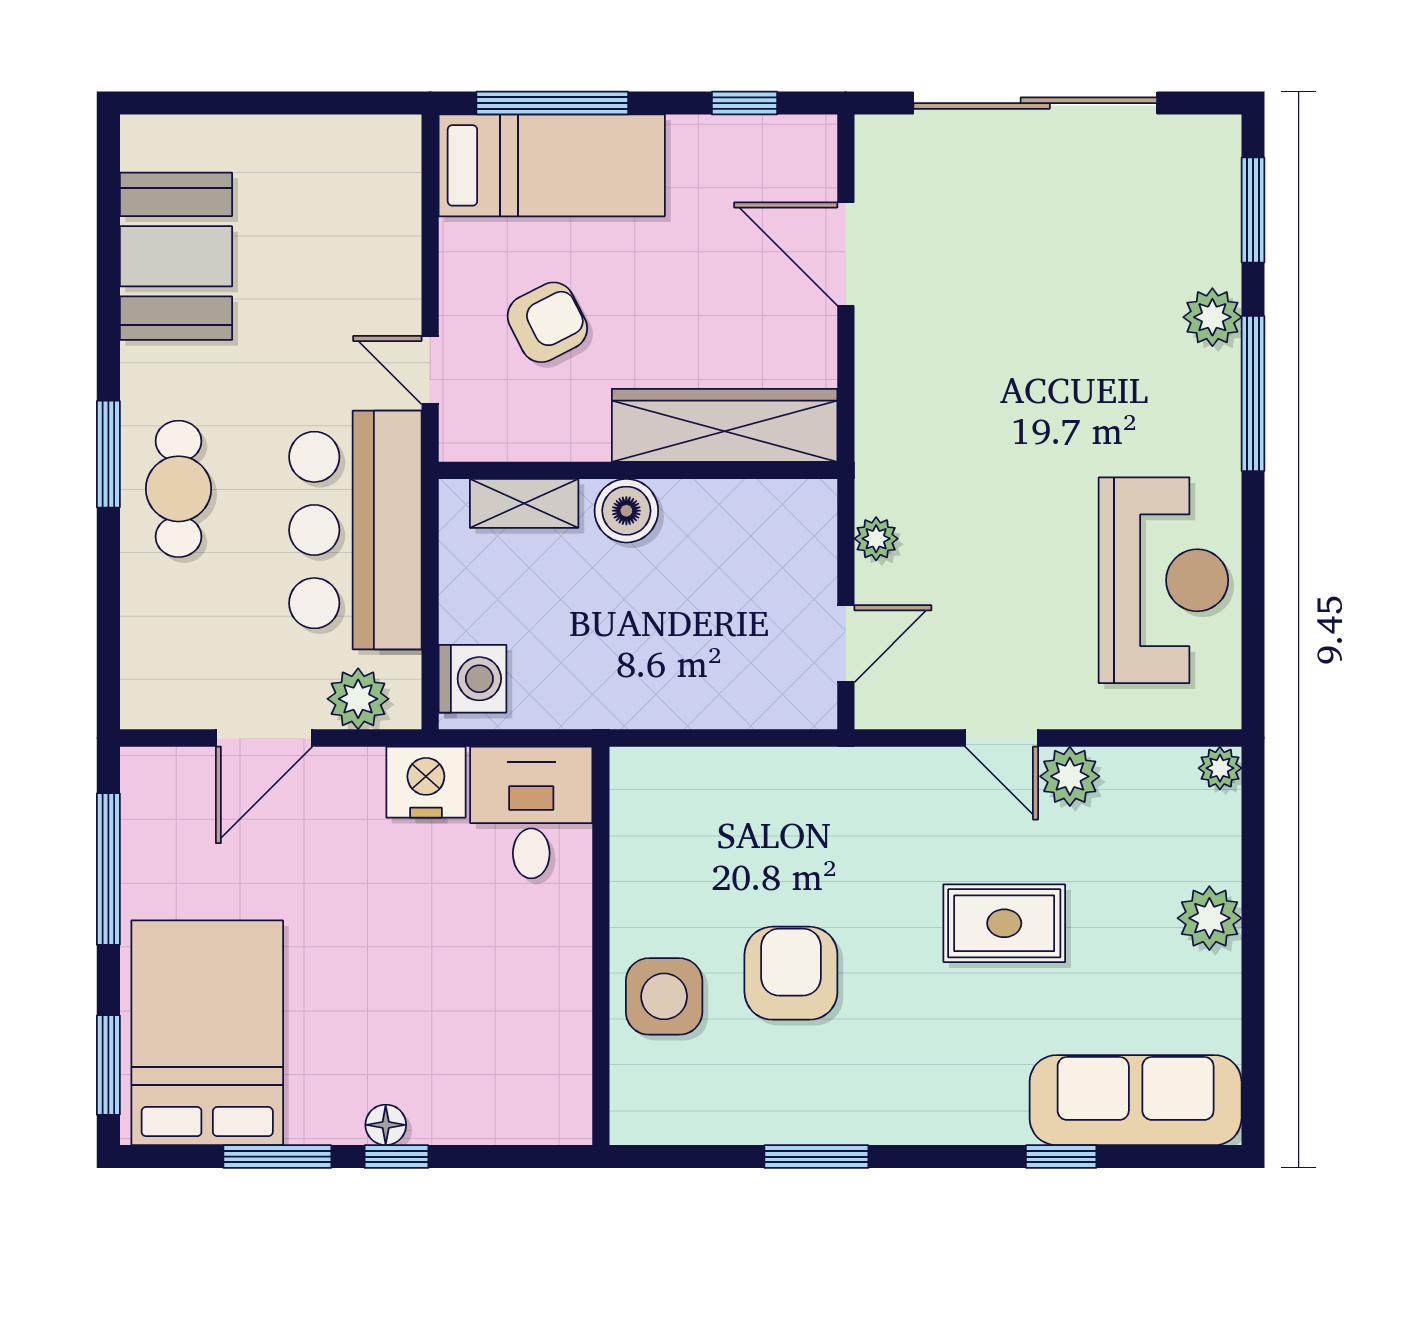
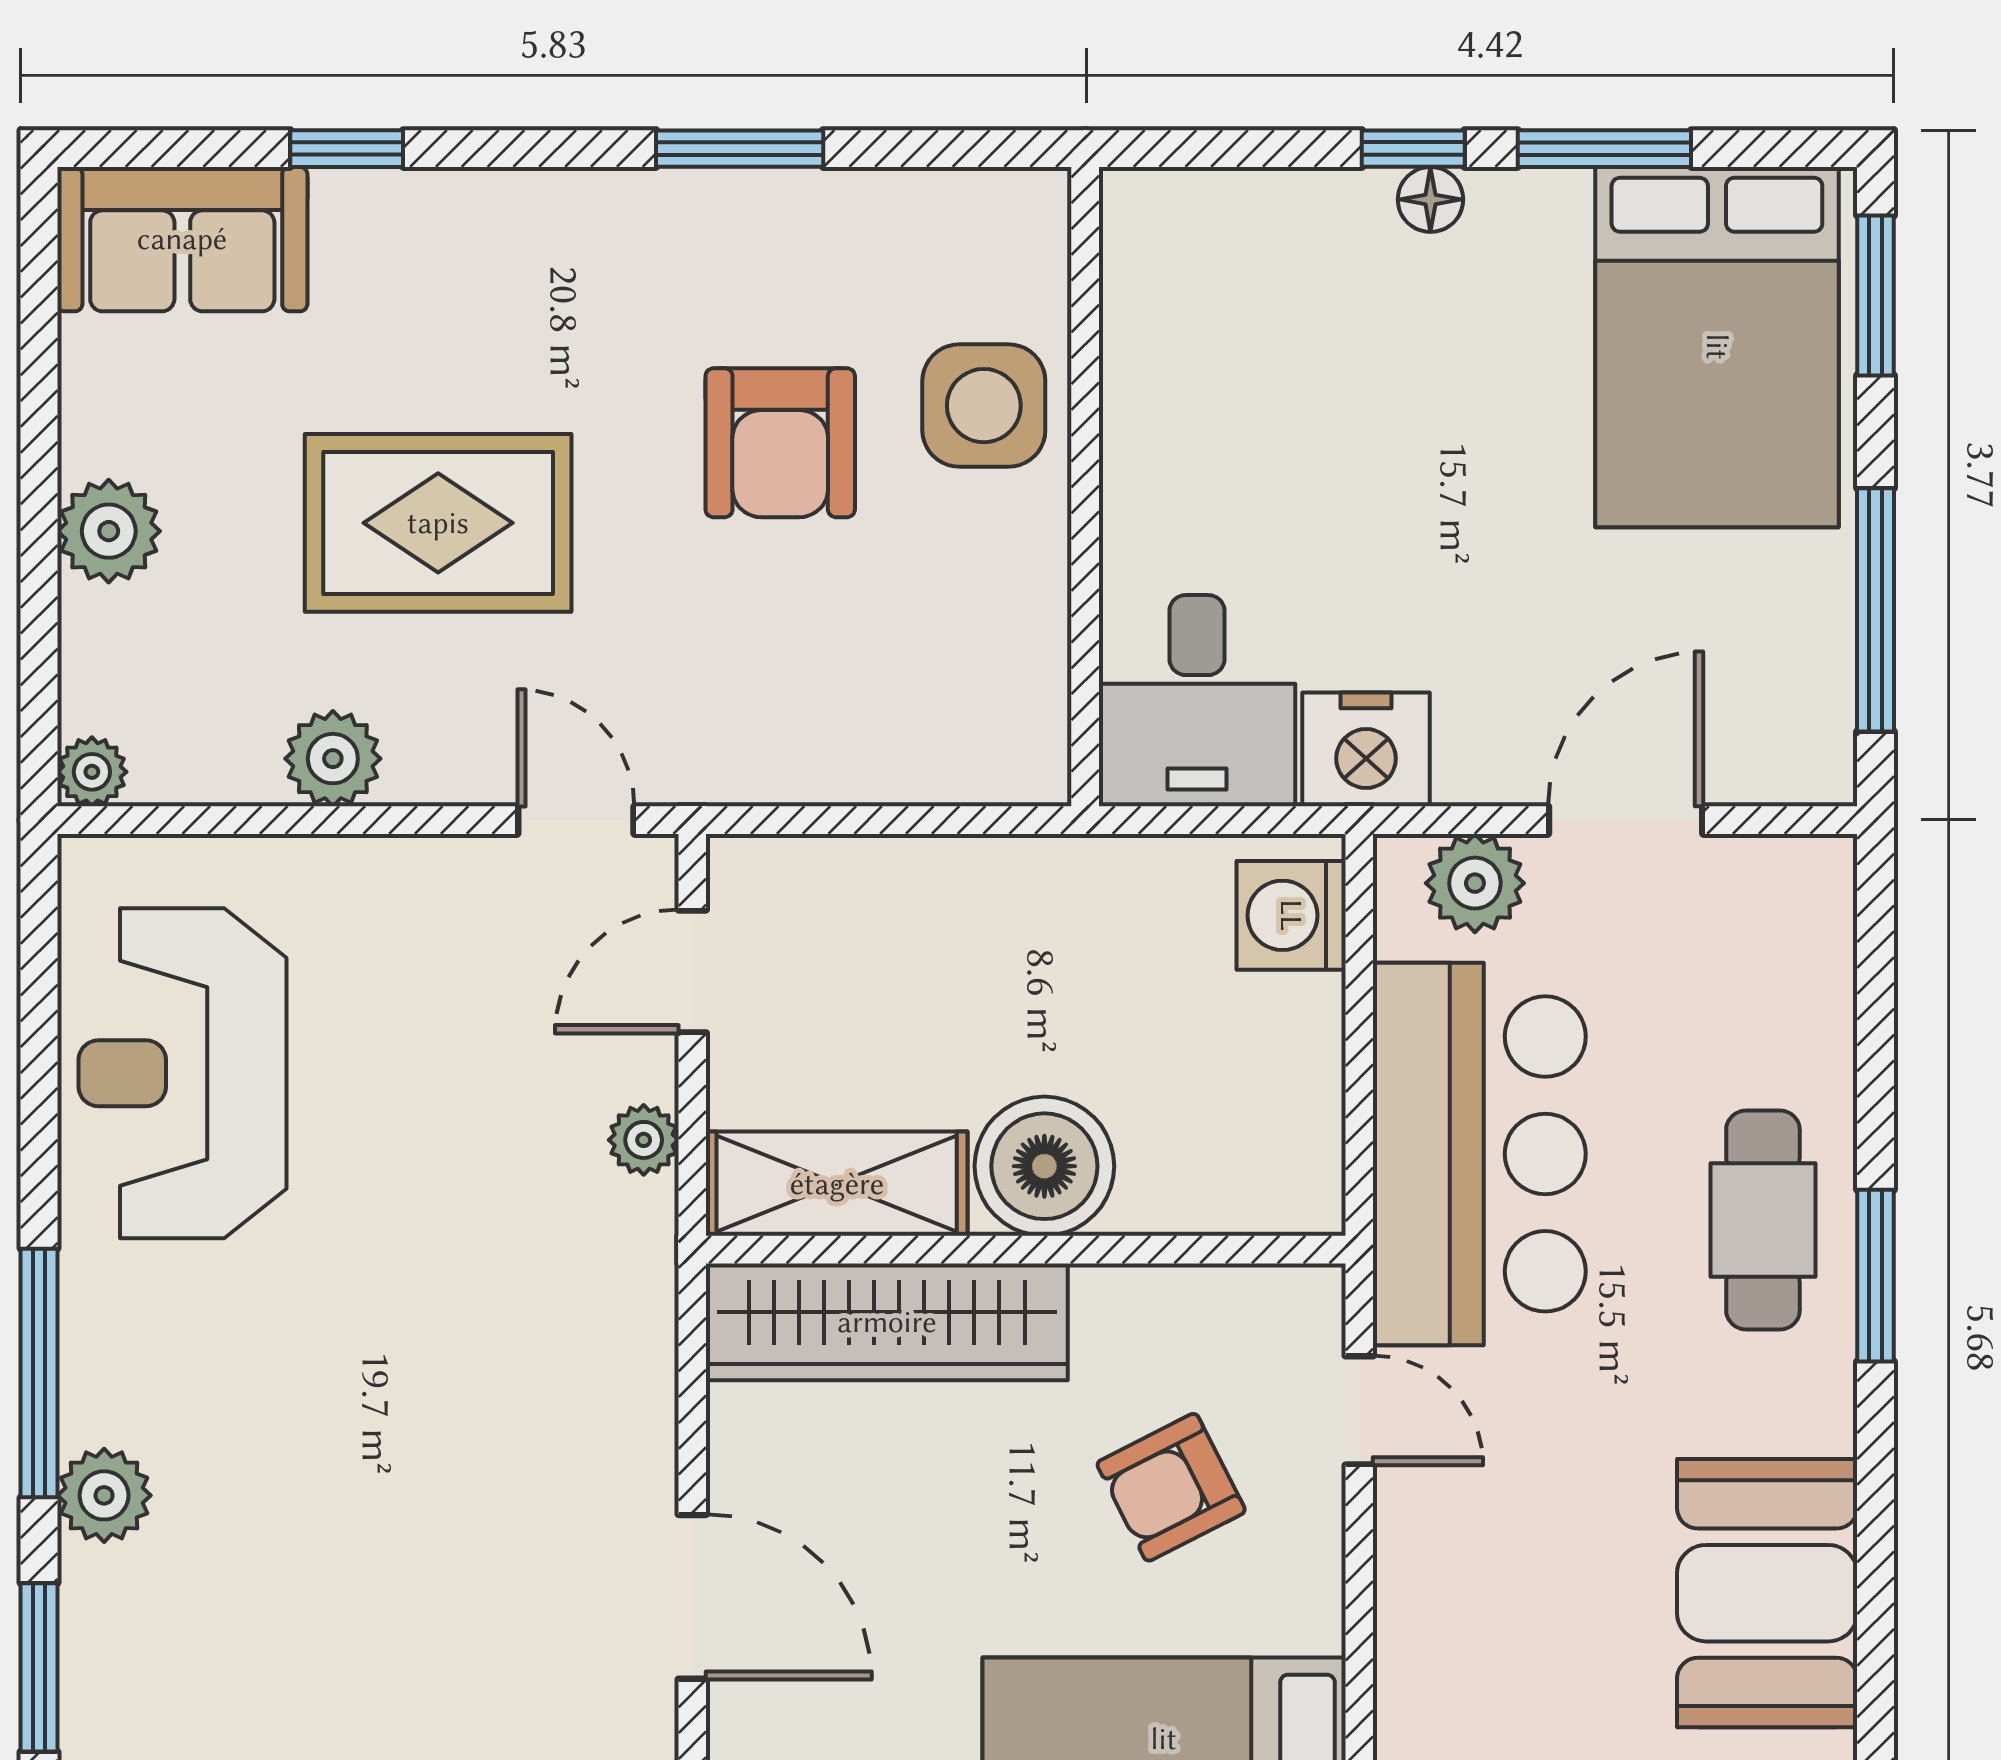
shelving: (524, 503) -> (837, 1184), moved, width x1.50, depth x1.33
boiler: (626, 511) -> (1044, 1166), width x1.37, depth x1.37
door: (1002, 738) -> (576, 820), moved
rug: (1004, 923) -> (438, 523), width x1.36, depth x1.43
sofa: (1136, 1100) -> (182, 239), width x0.73

